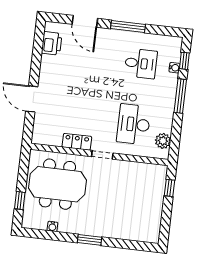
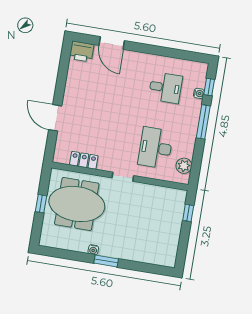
window: (128, 26) -> (155, 50), removed
printer: (52, 43) -> (82, 51), moved, turned 90
locker: (77, 142) -> (84, 160), moved
window: (20, 201) -> (41, 204), moved
water cooler: (52, 226) -> (93, 250), moved

